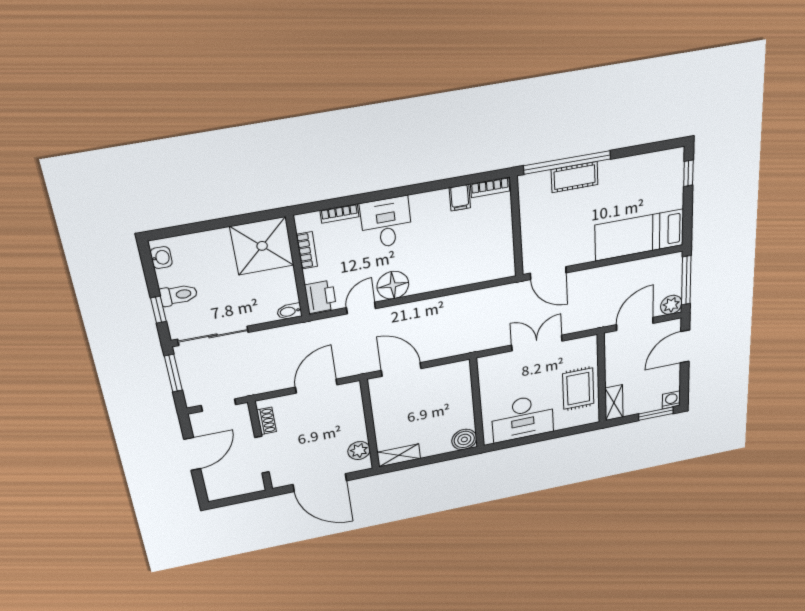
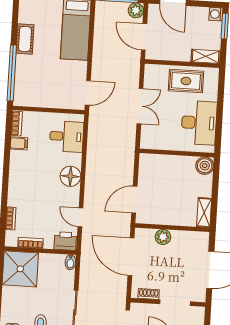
cot: (575, 177) -> (25, 39), moved
desk: (386, 223) -> (67, 136), moved, turned 180
floor lamp: (393, 285) -> (70, 176), moved
double door: (537, 343) -> (140, 106), swing flipped
door: (316, 386) -> (131, 257), width x1.36
plant: (359, 451) -> (163, 237), moved

